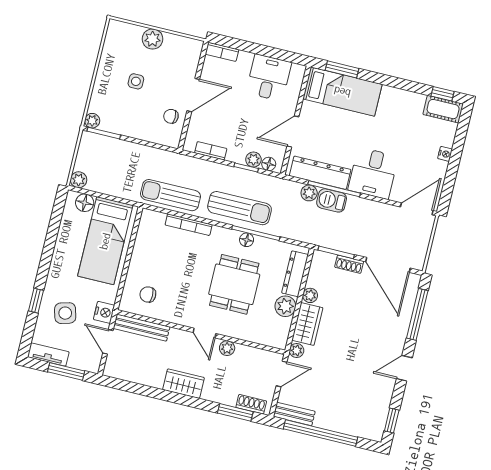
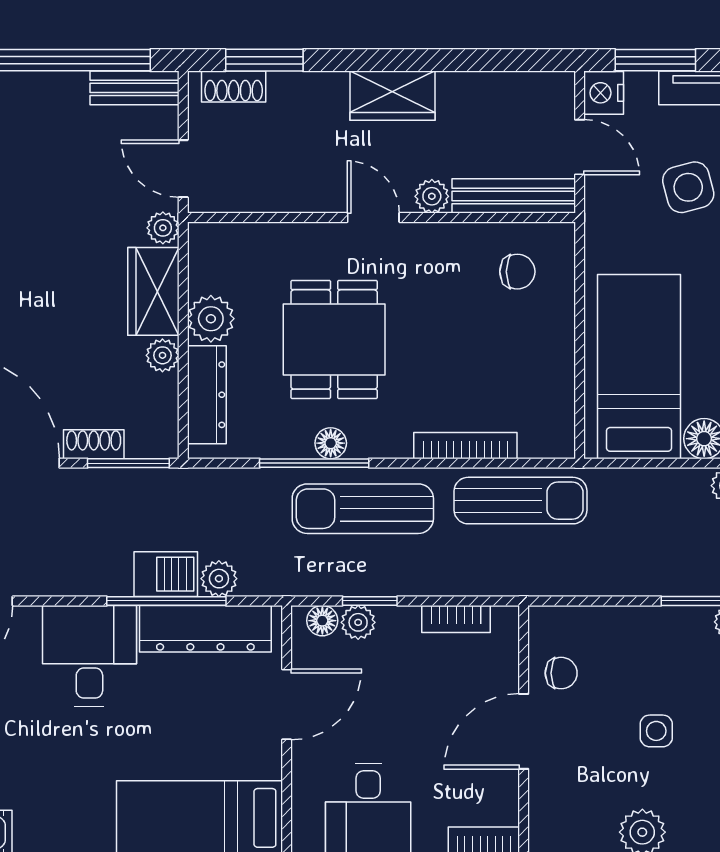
nightstand: (104, 312) -> (604, 93), moved
plant: (227, 348) -> (432, 196), moved
door: (282, 374) -> (183, 169), hinge flipped

